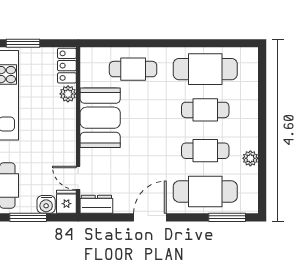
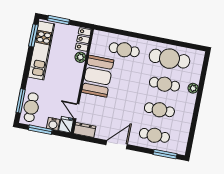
plant: (250, 158) -> (193, 88), moved
cafe table: (205, 191) -> (154, 135), width x0.73, depth x0.74

